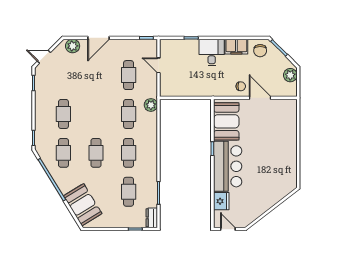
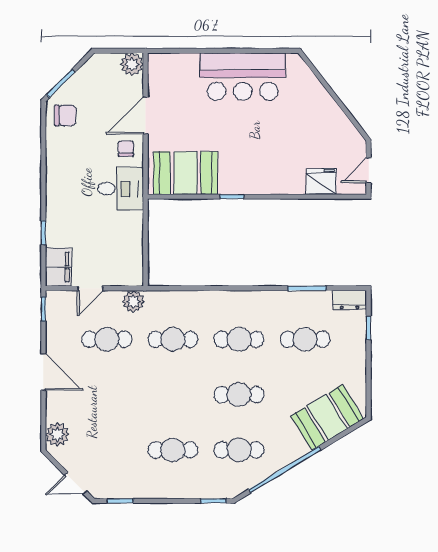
door: (98, 38) -> (43, 372), moved
filing cabinet: (236, 47) -> (58, 267), moved
desk: (212, 53) -> (121, 189), moved, turned 180
door: (44, 57) -> (76, 483), hinge flipped
plant: (290, 75) -> (132, 64), moved
plant: (151, 105) -> (133, 301), moved
bar counter: (228, 166) -> (243, 77), moved, turned 180

